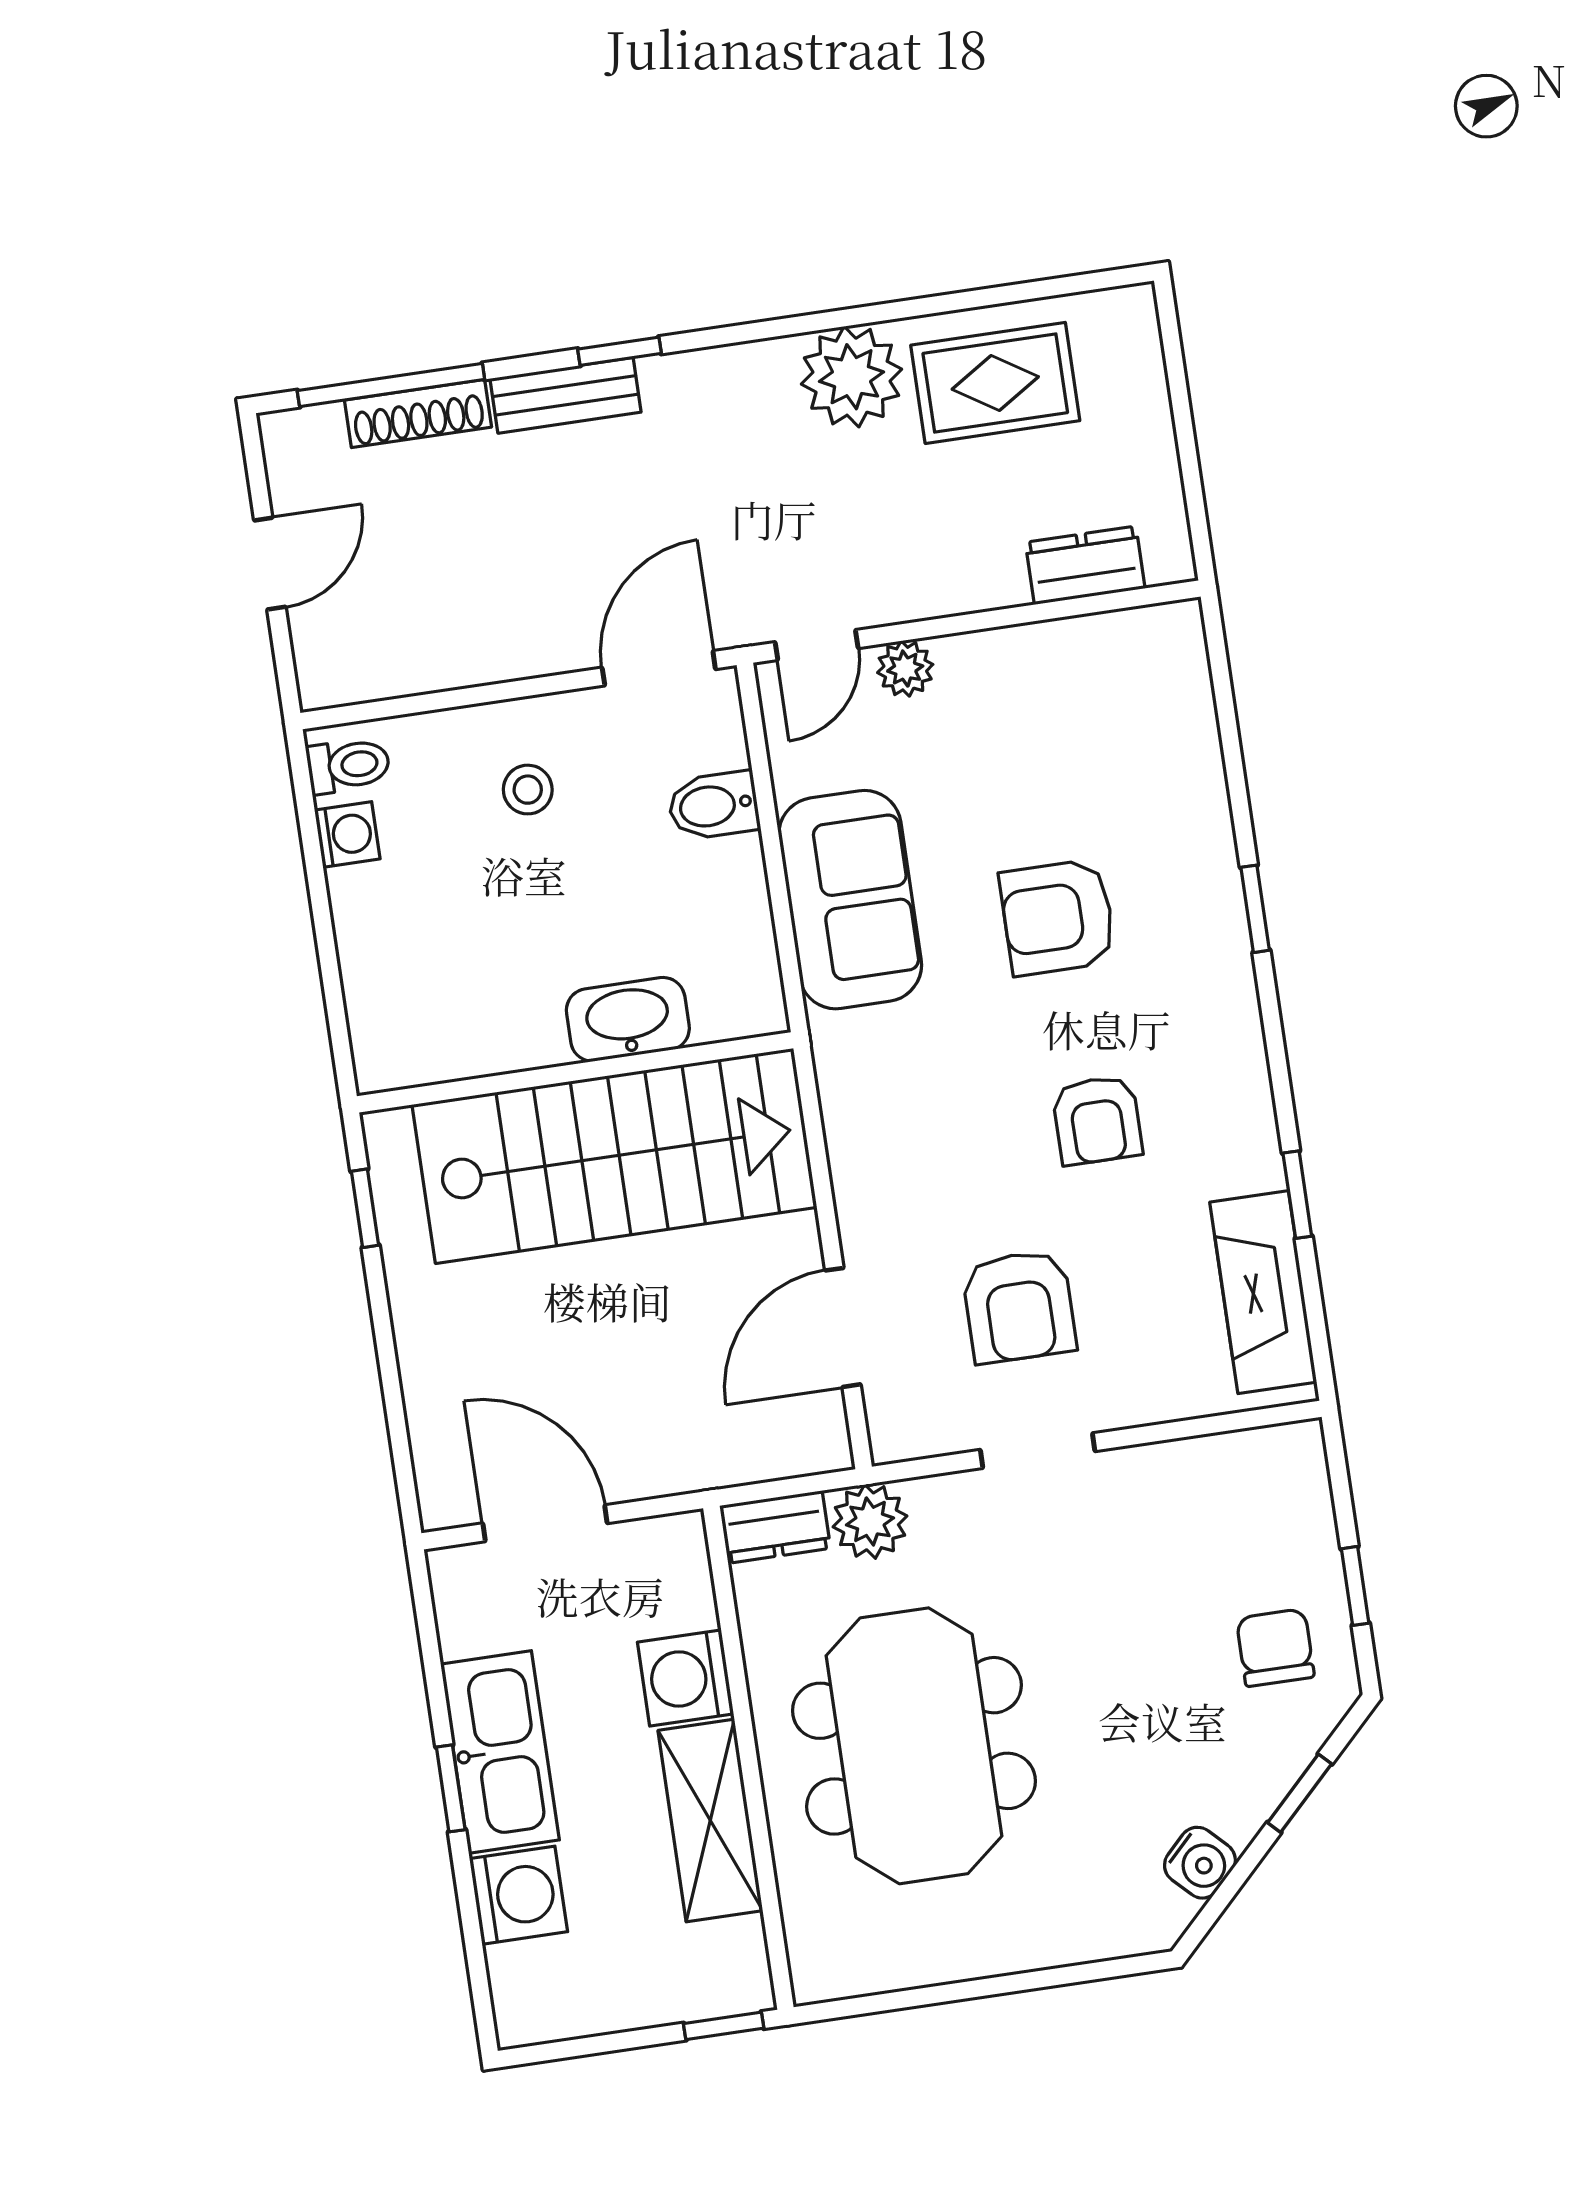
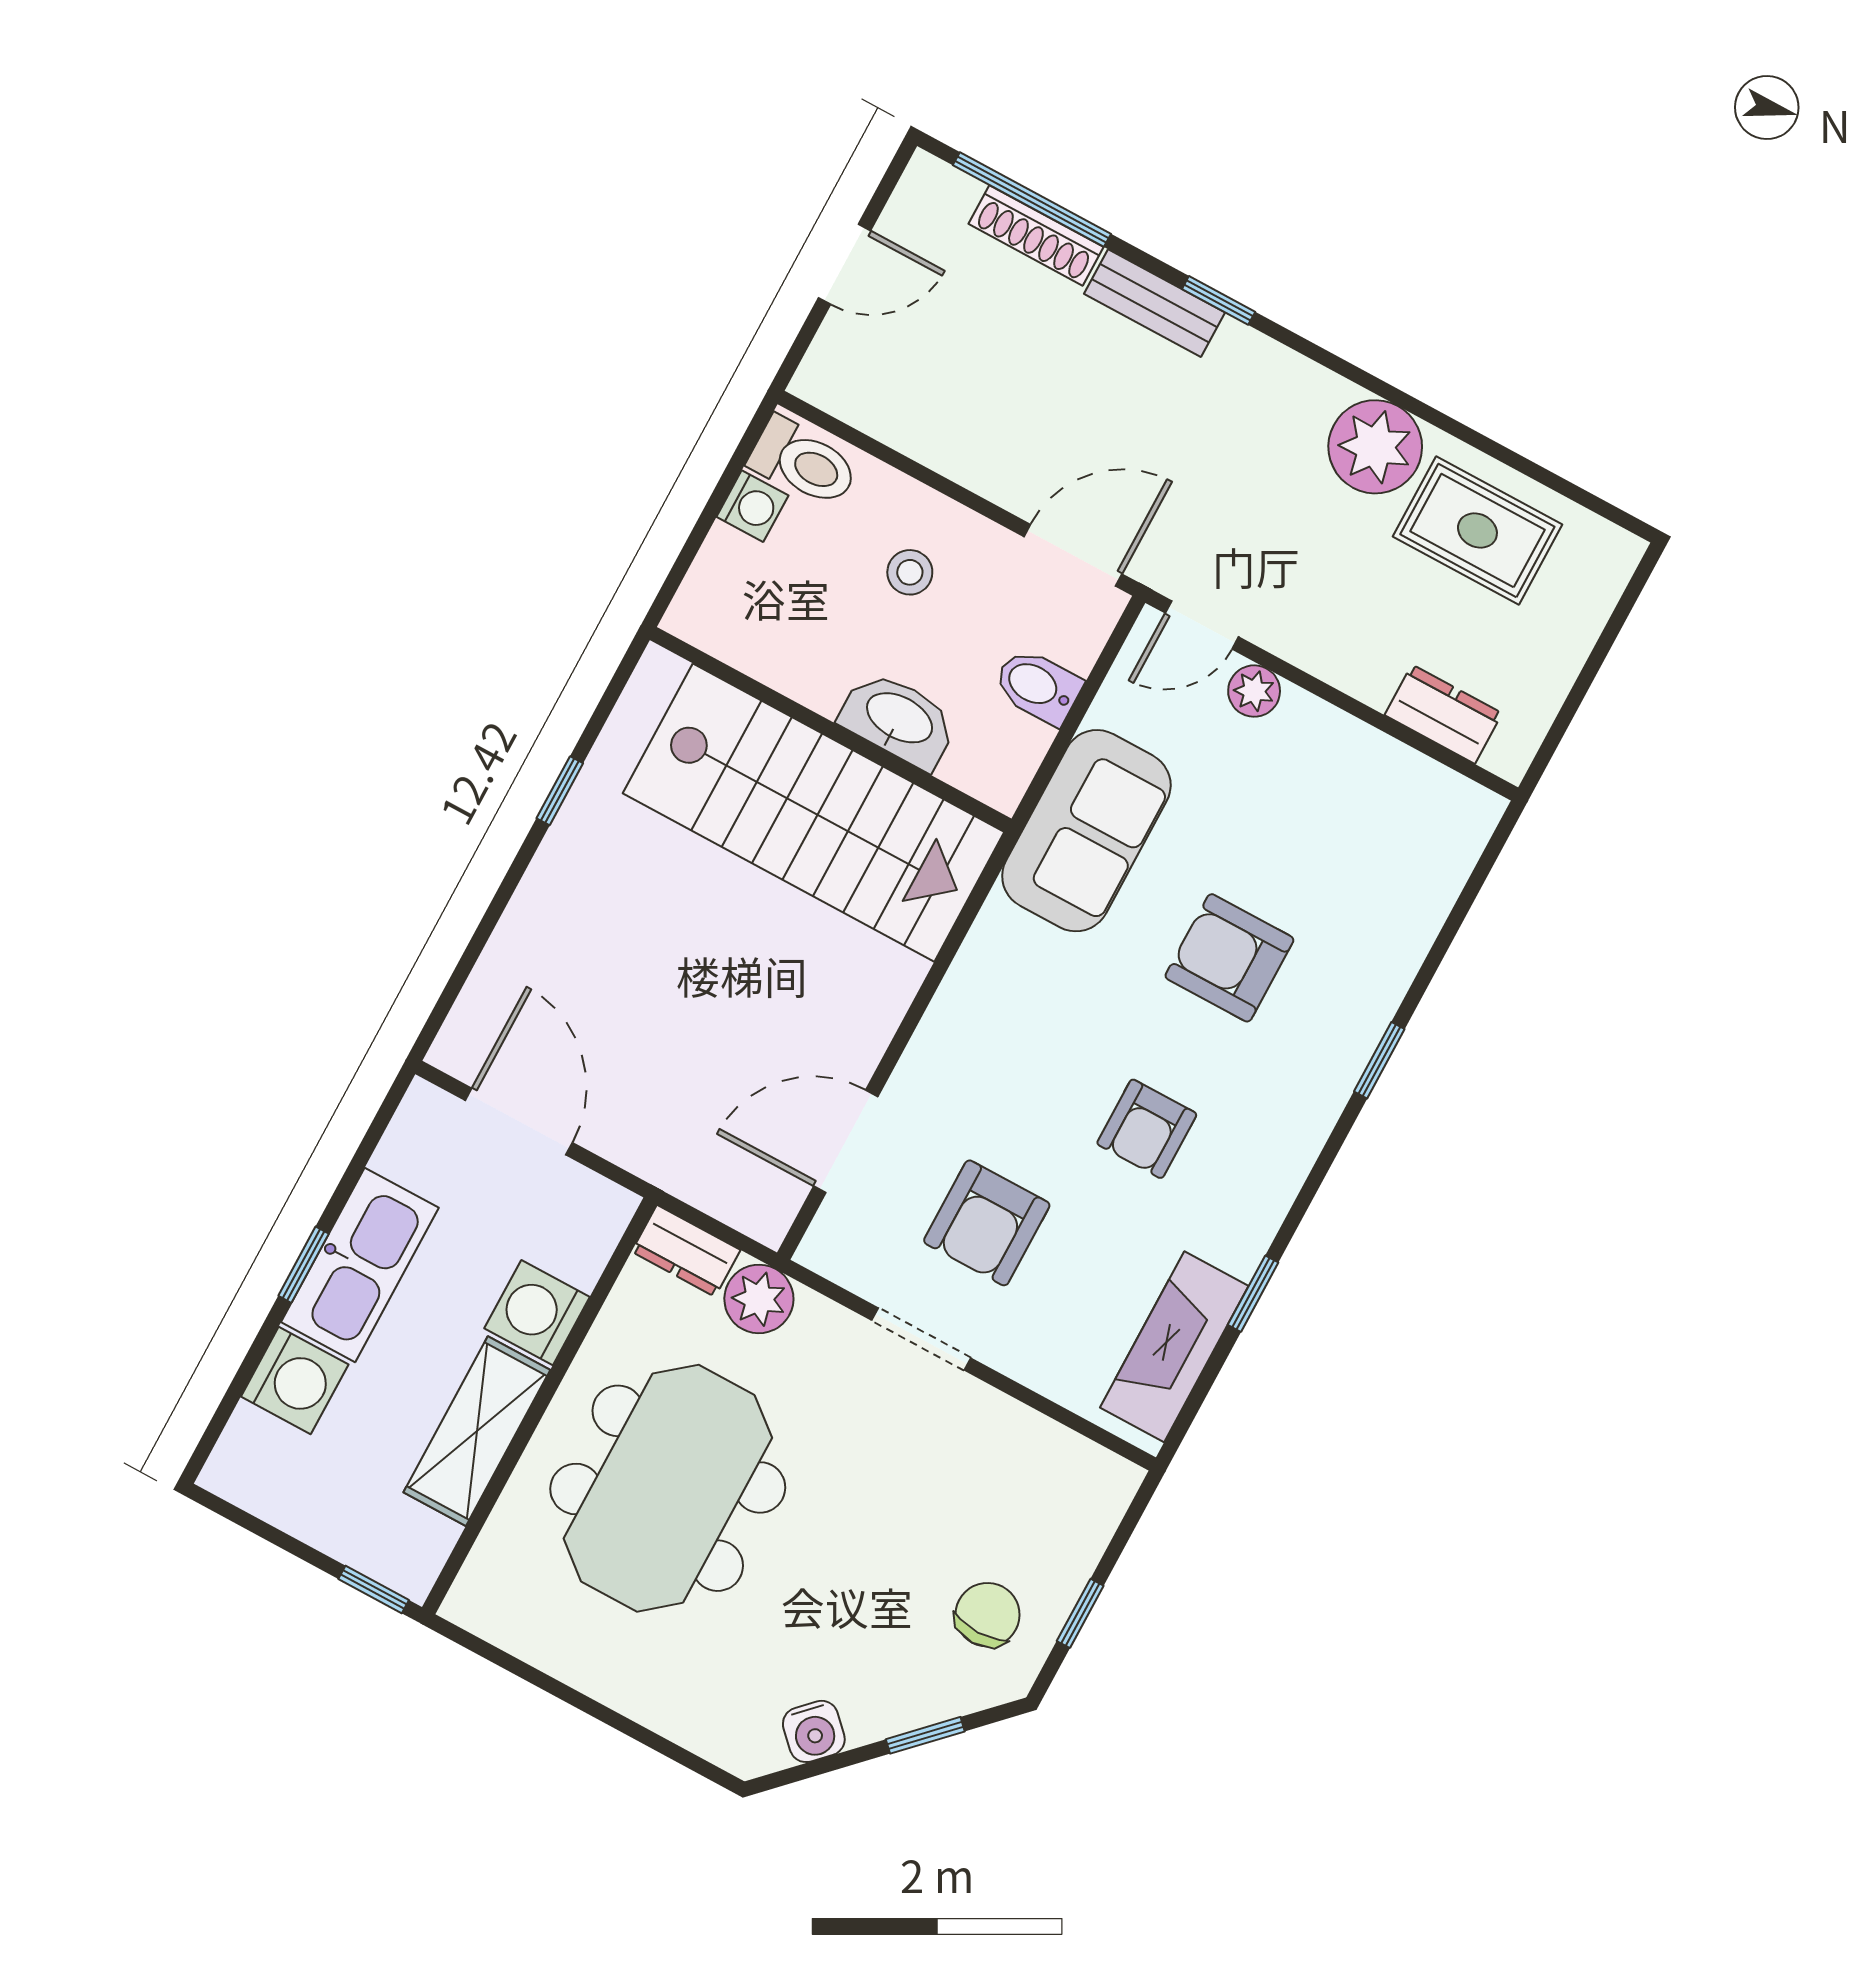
toilet: (348, 765) -> (804, 463), width x1.37, depth x1.39
washbasin: (628, 1019) -> (899, 720), moved
wall: (575, 1072) -> (831, 729), moved
stairs: (614, 1156) -> (814, 813), moved

